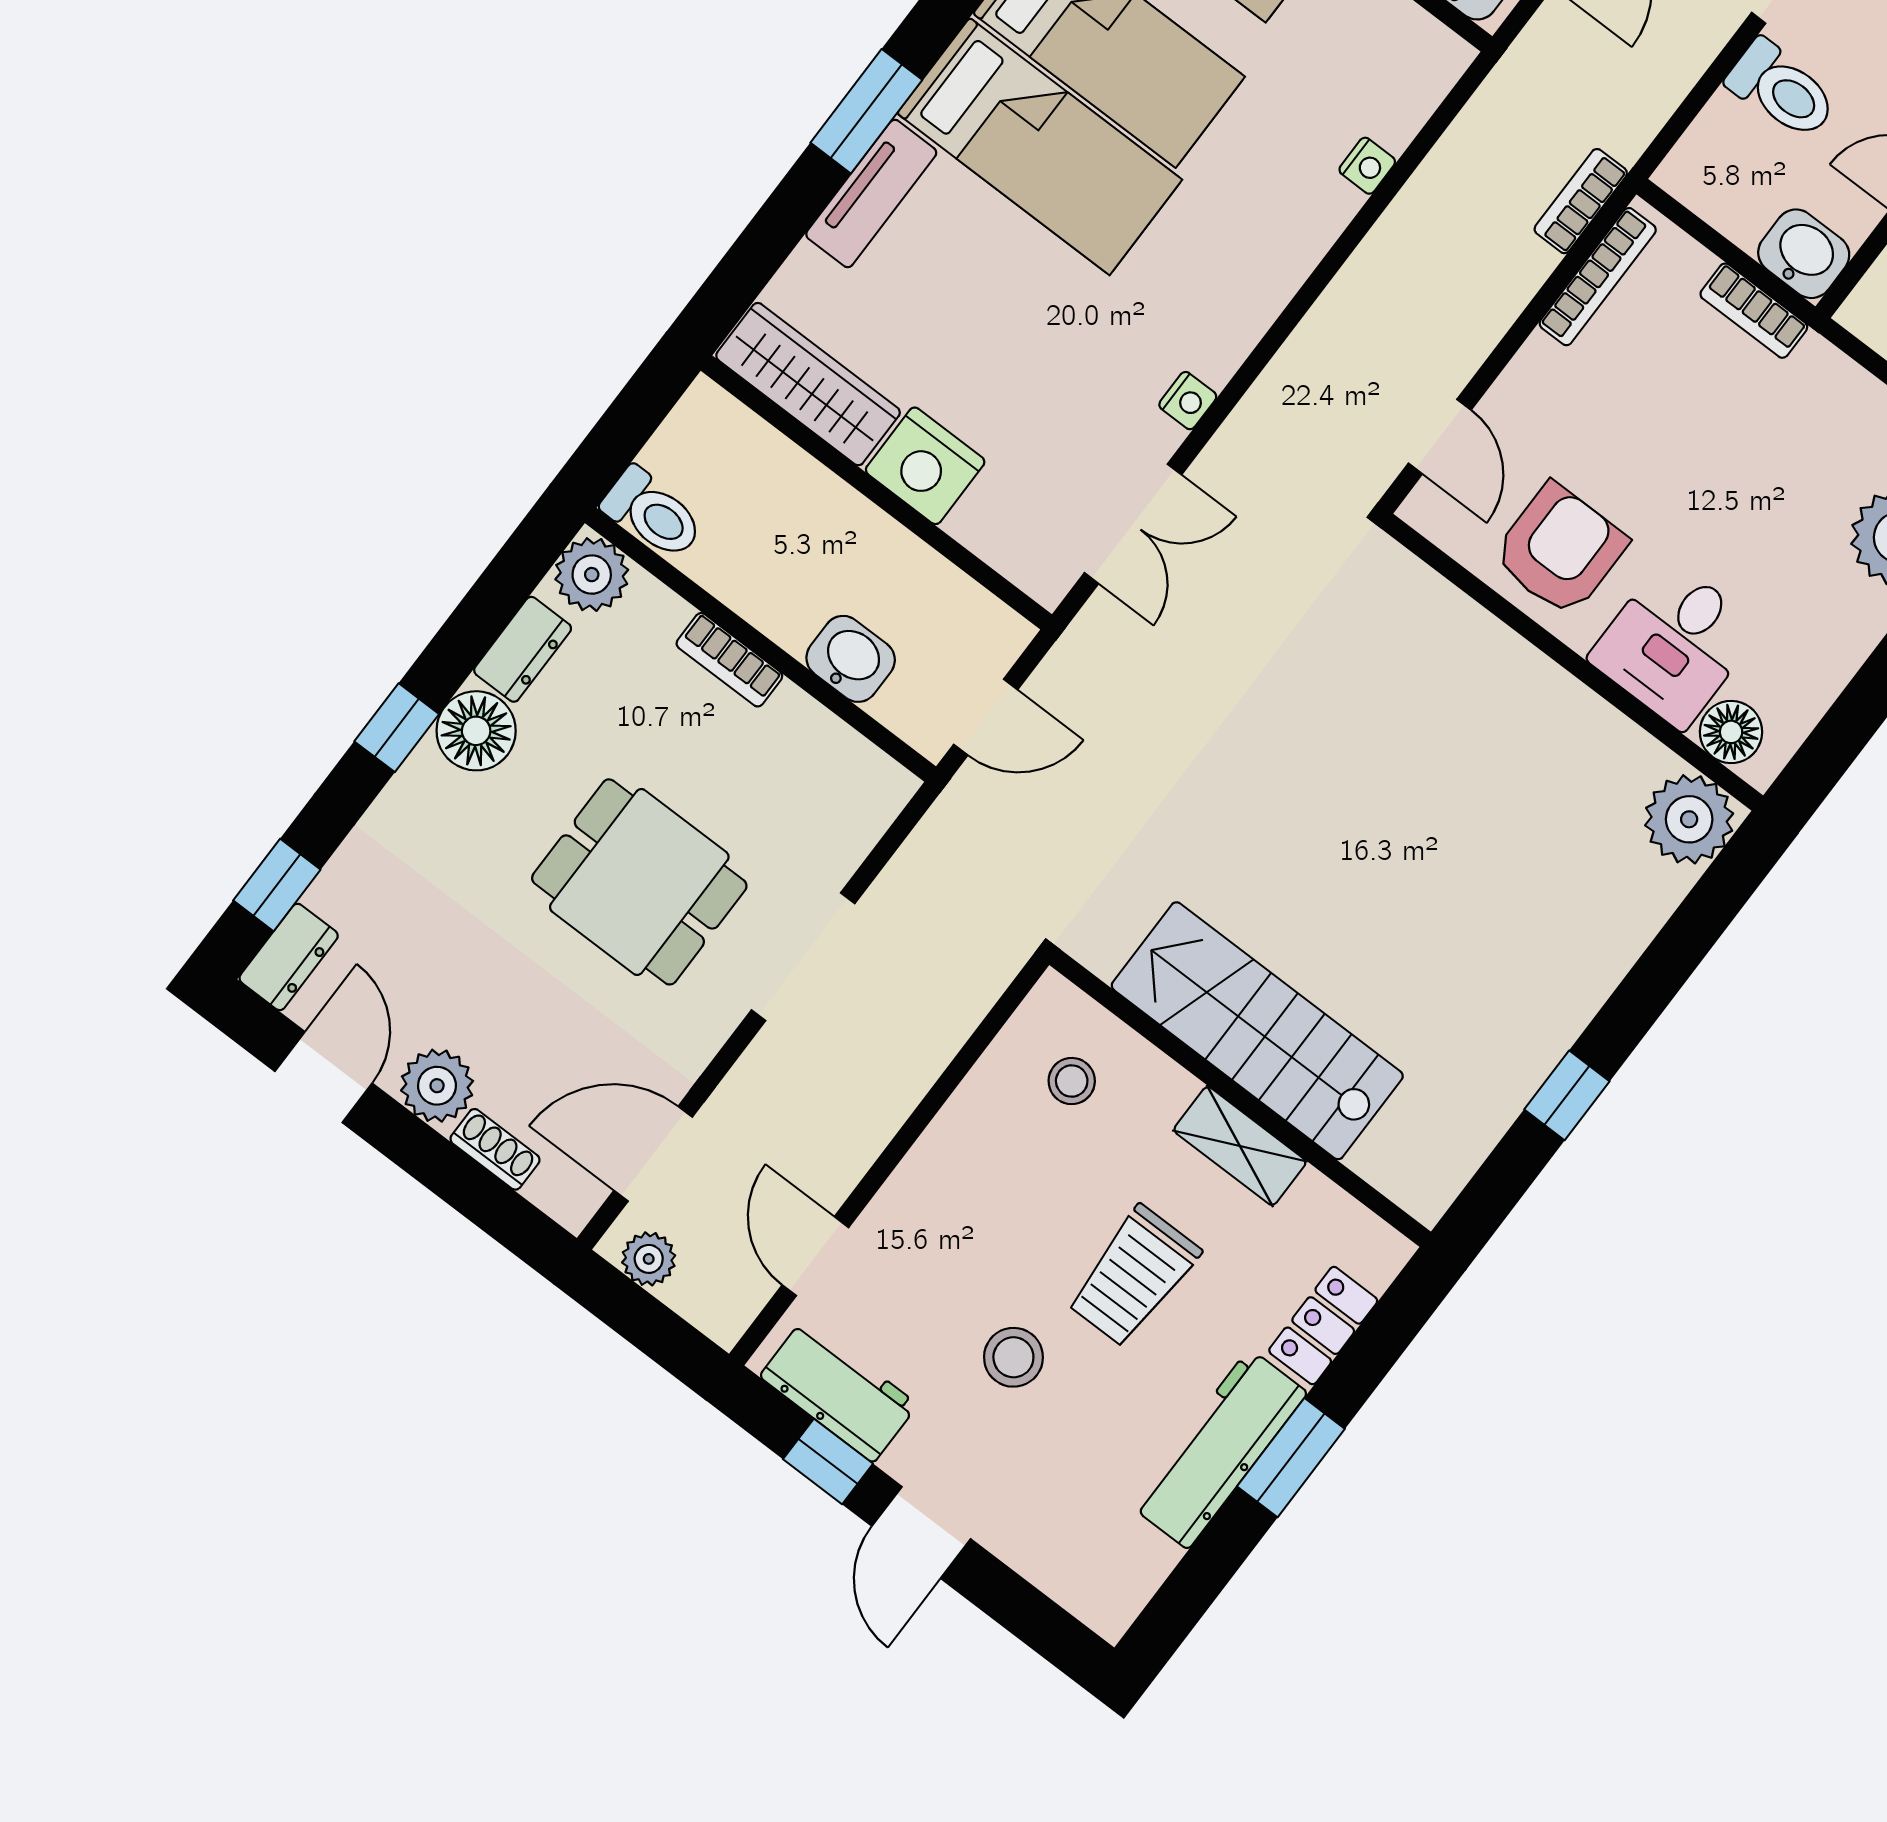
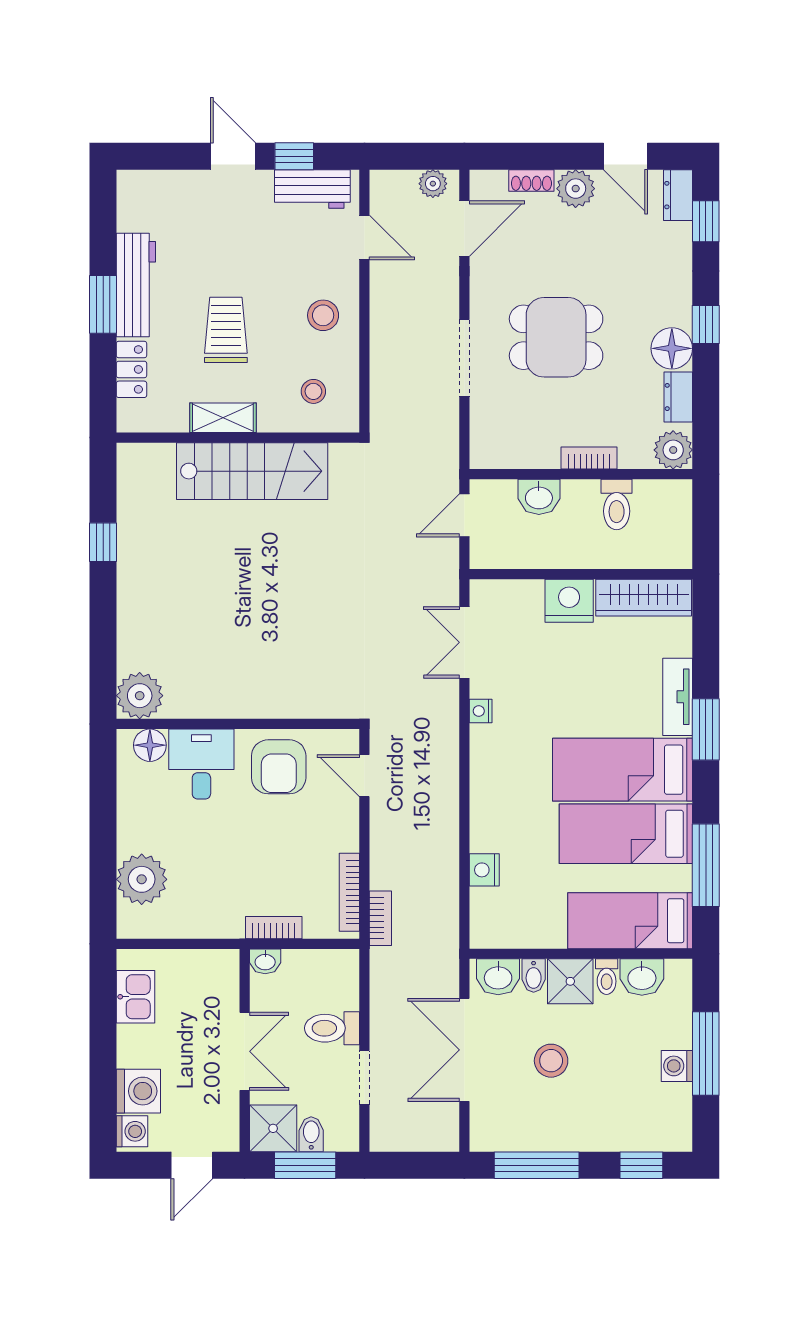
nightstand: (1367, 166) -> (484, 870), width x1.39, depth x1.35
washbasin: (1804, 254) -> (265, 961), width x0.72, depth x0.69
toilet: (653, 514) -> (617, 505), moved, turned -90
stool: (1013, 1357) -> (323, 315), moved

